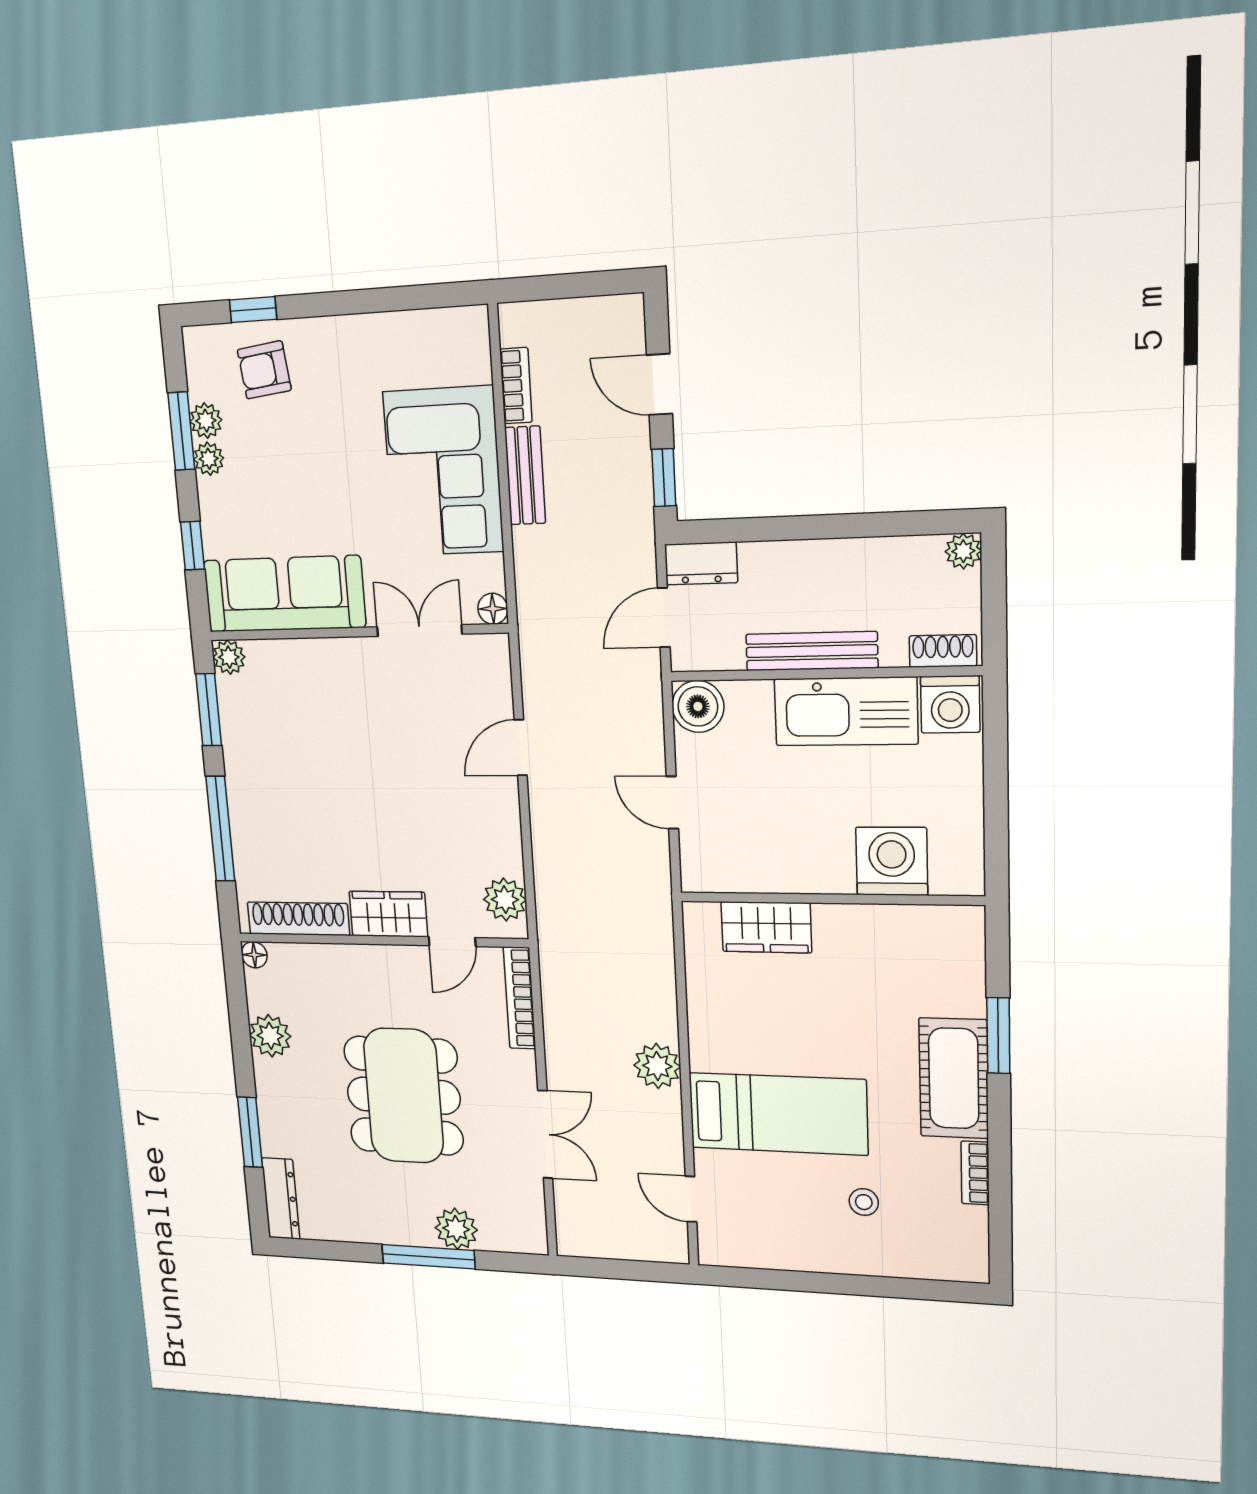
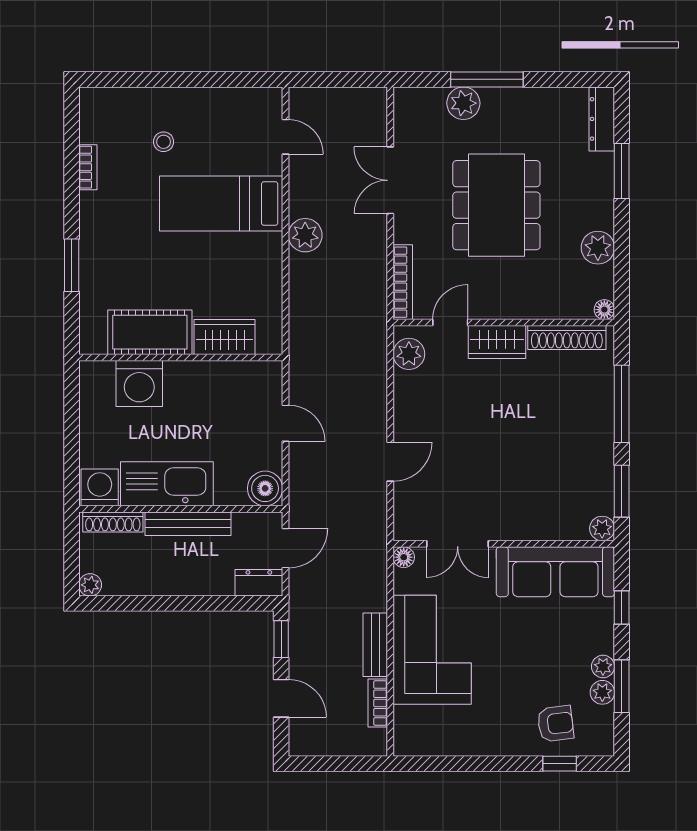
shoe rack: (943, 651) -> (113, 522), width x1.43
cot: (954, 1078) -> (150, 332), moved, turned 90

